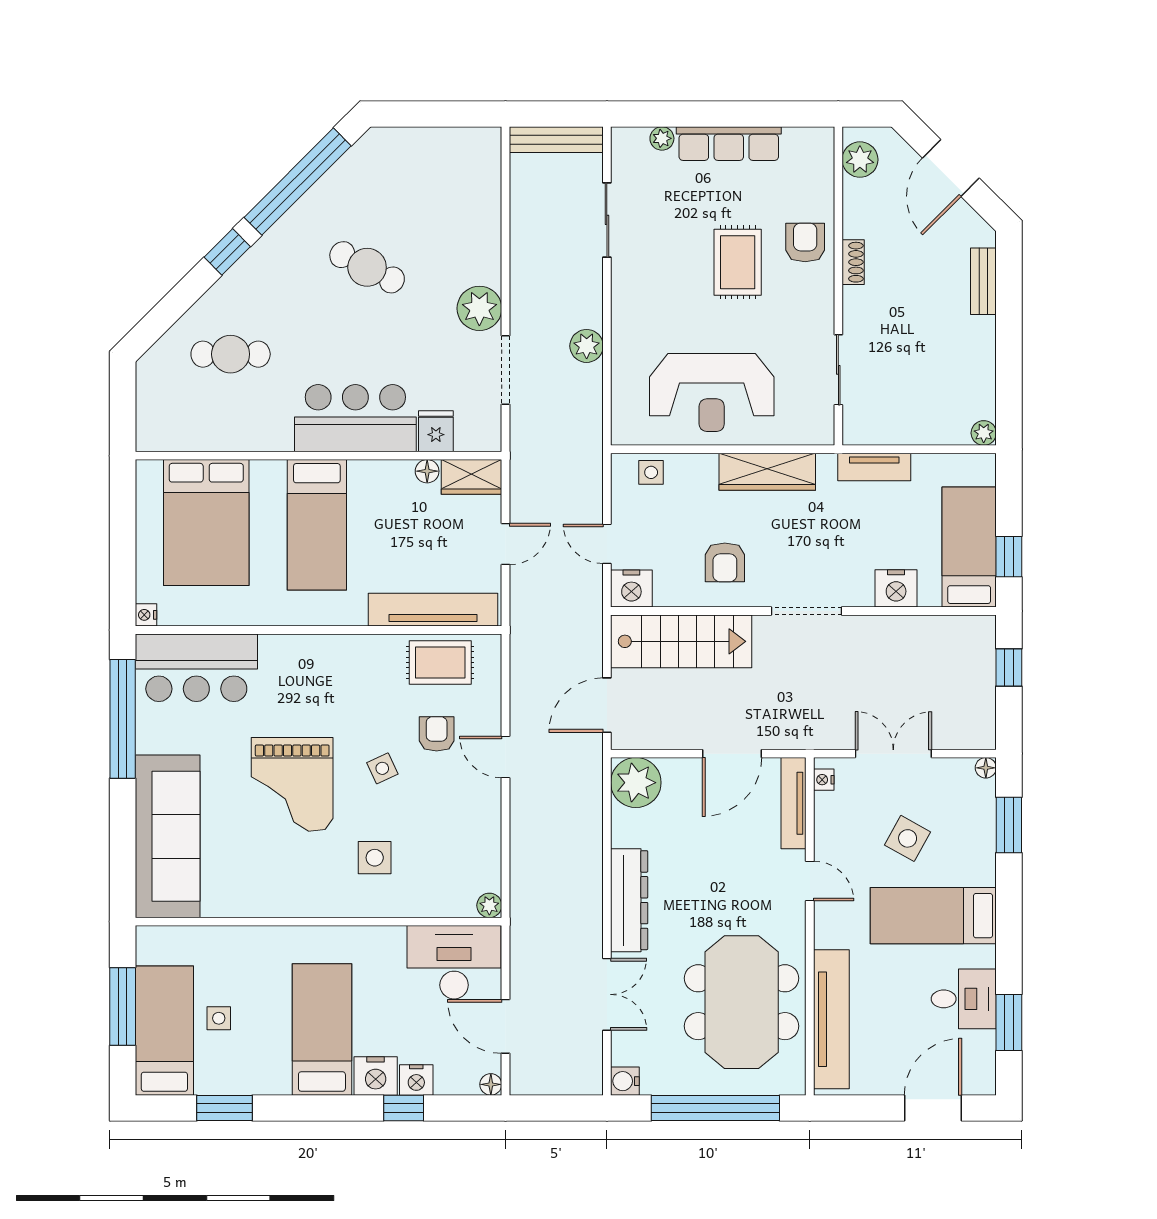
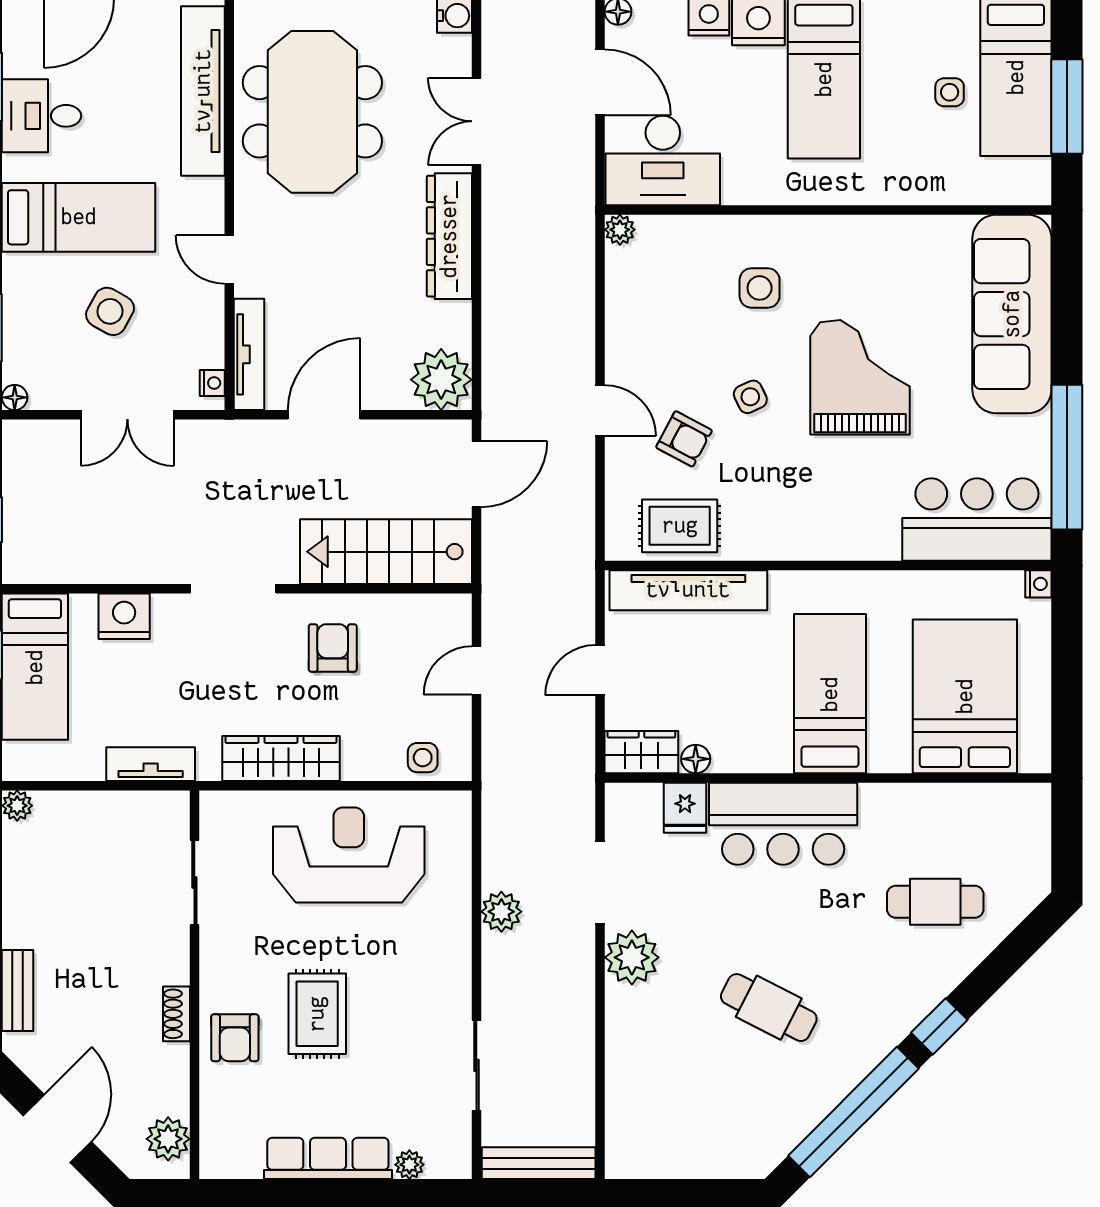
door: (607, 544) -> (476, 670), swing flipped
nightstand: (631, 589) -> (447, 616), removed
armchair: (437, 734) -> (684, 439), turned -62

